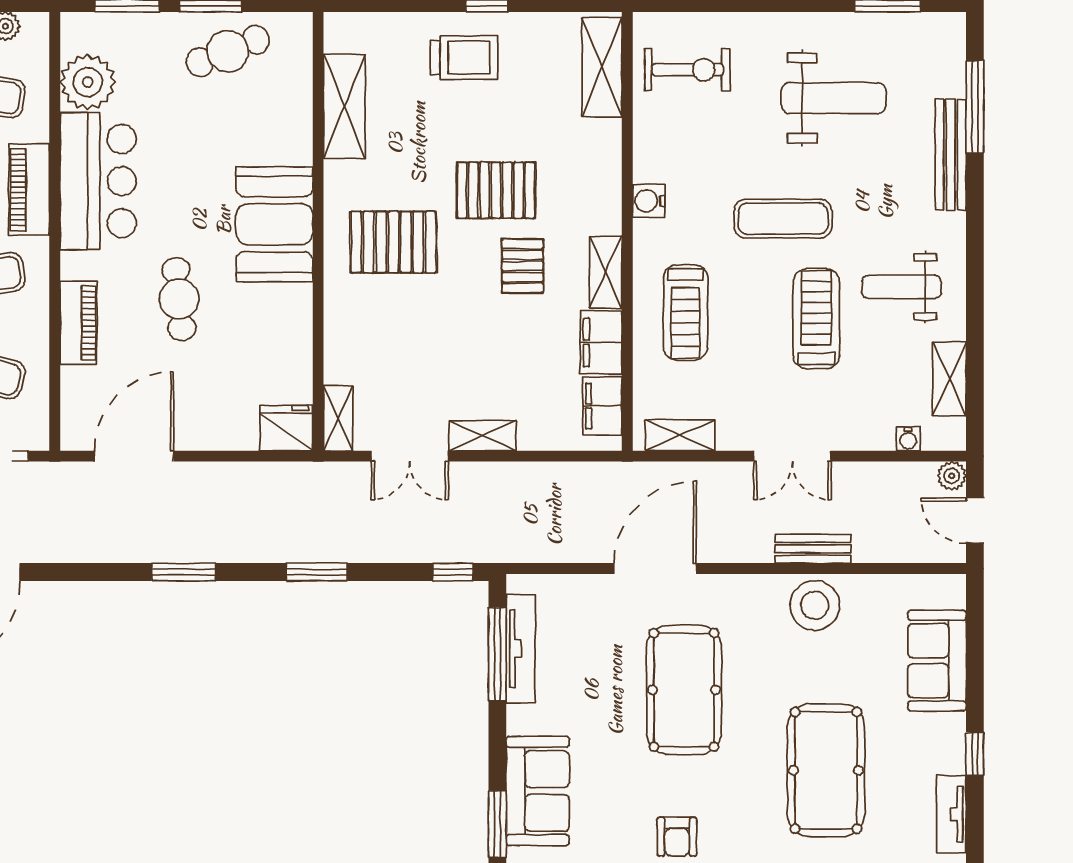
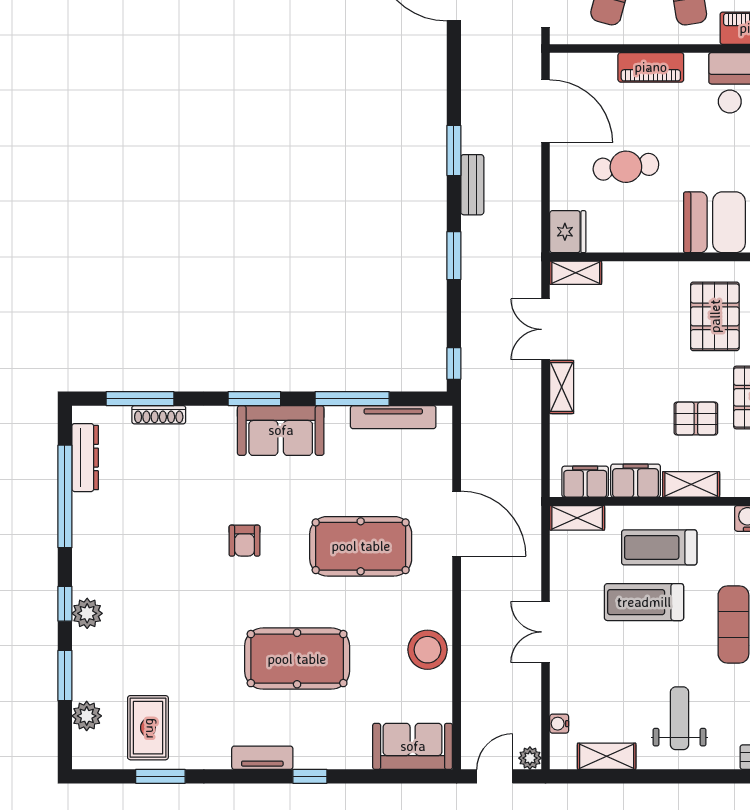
cafe table: (179, 299) -> (626, 167), moved
treadmill: (816, 319) -> (644, 602), moved, turned 180
shelving: (680, 435) -> (577, 518), moved, turned 90
bench: (813, 549) -> (472, 185), moved
window: (497, 654) -> (352, 399), moved
sofa: (937, 661) -> (413, 746), moved
armchair: (677, 837) -> (245, 541), turned -90

